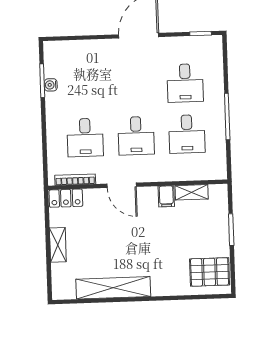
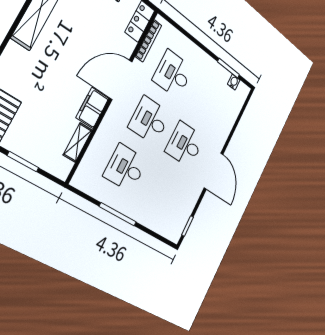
desk: (185, 83) -> (185, 144), moved
water cooler: (51, 85) -> (234, 82), moved
door: (122, 185) -> (121, 80), width x1.36
filing cabinet: (166, 196) -> (92, 108), width x2.00

